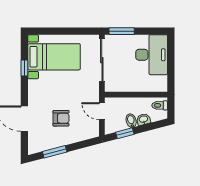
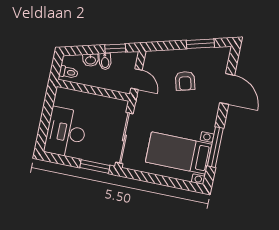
window: (24, 68) -> (215, 147), width x2.17
armchair: (61, 118) -> (185, 81), turned -105

